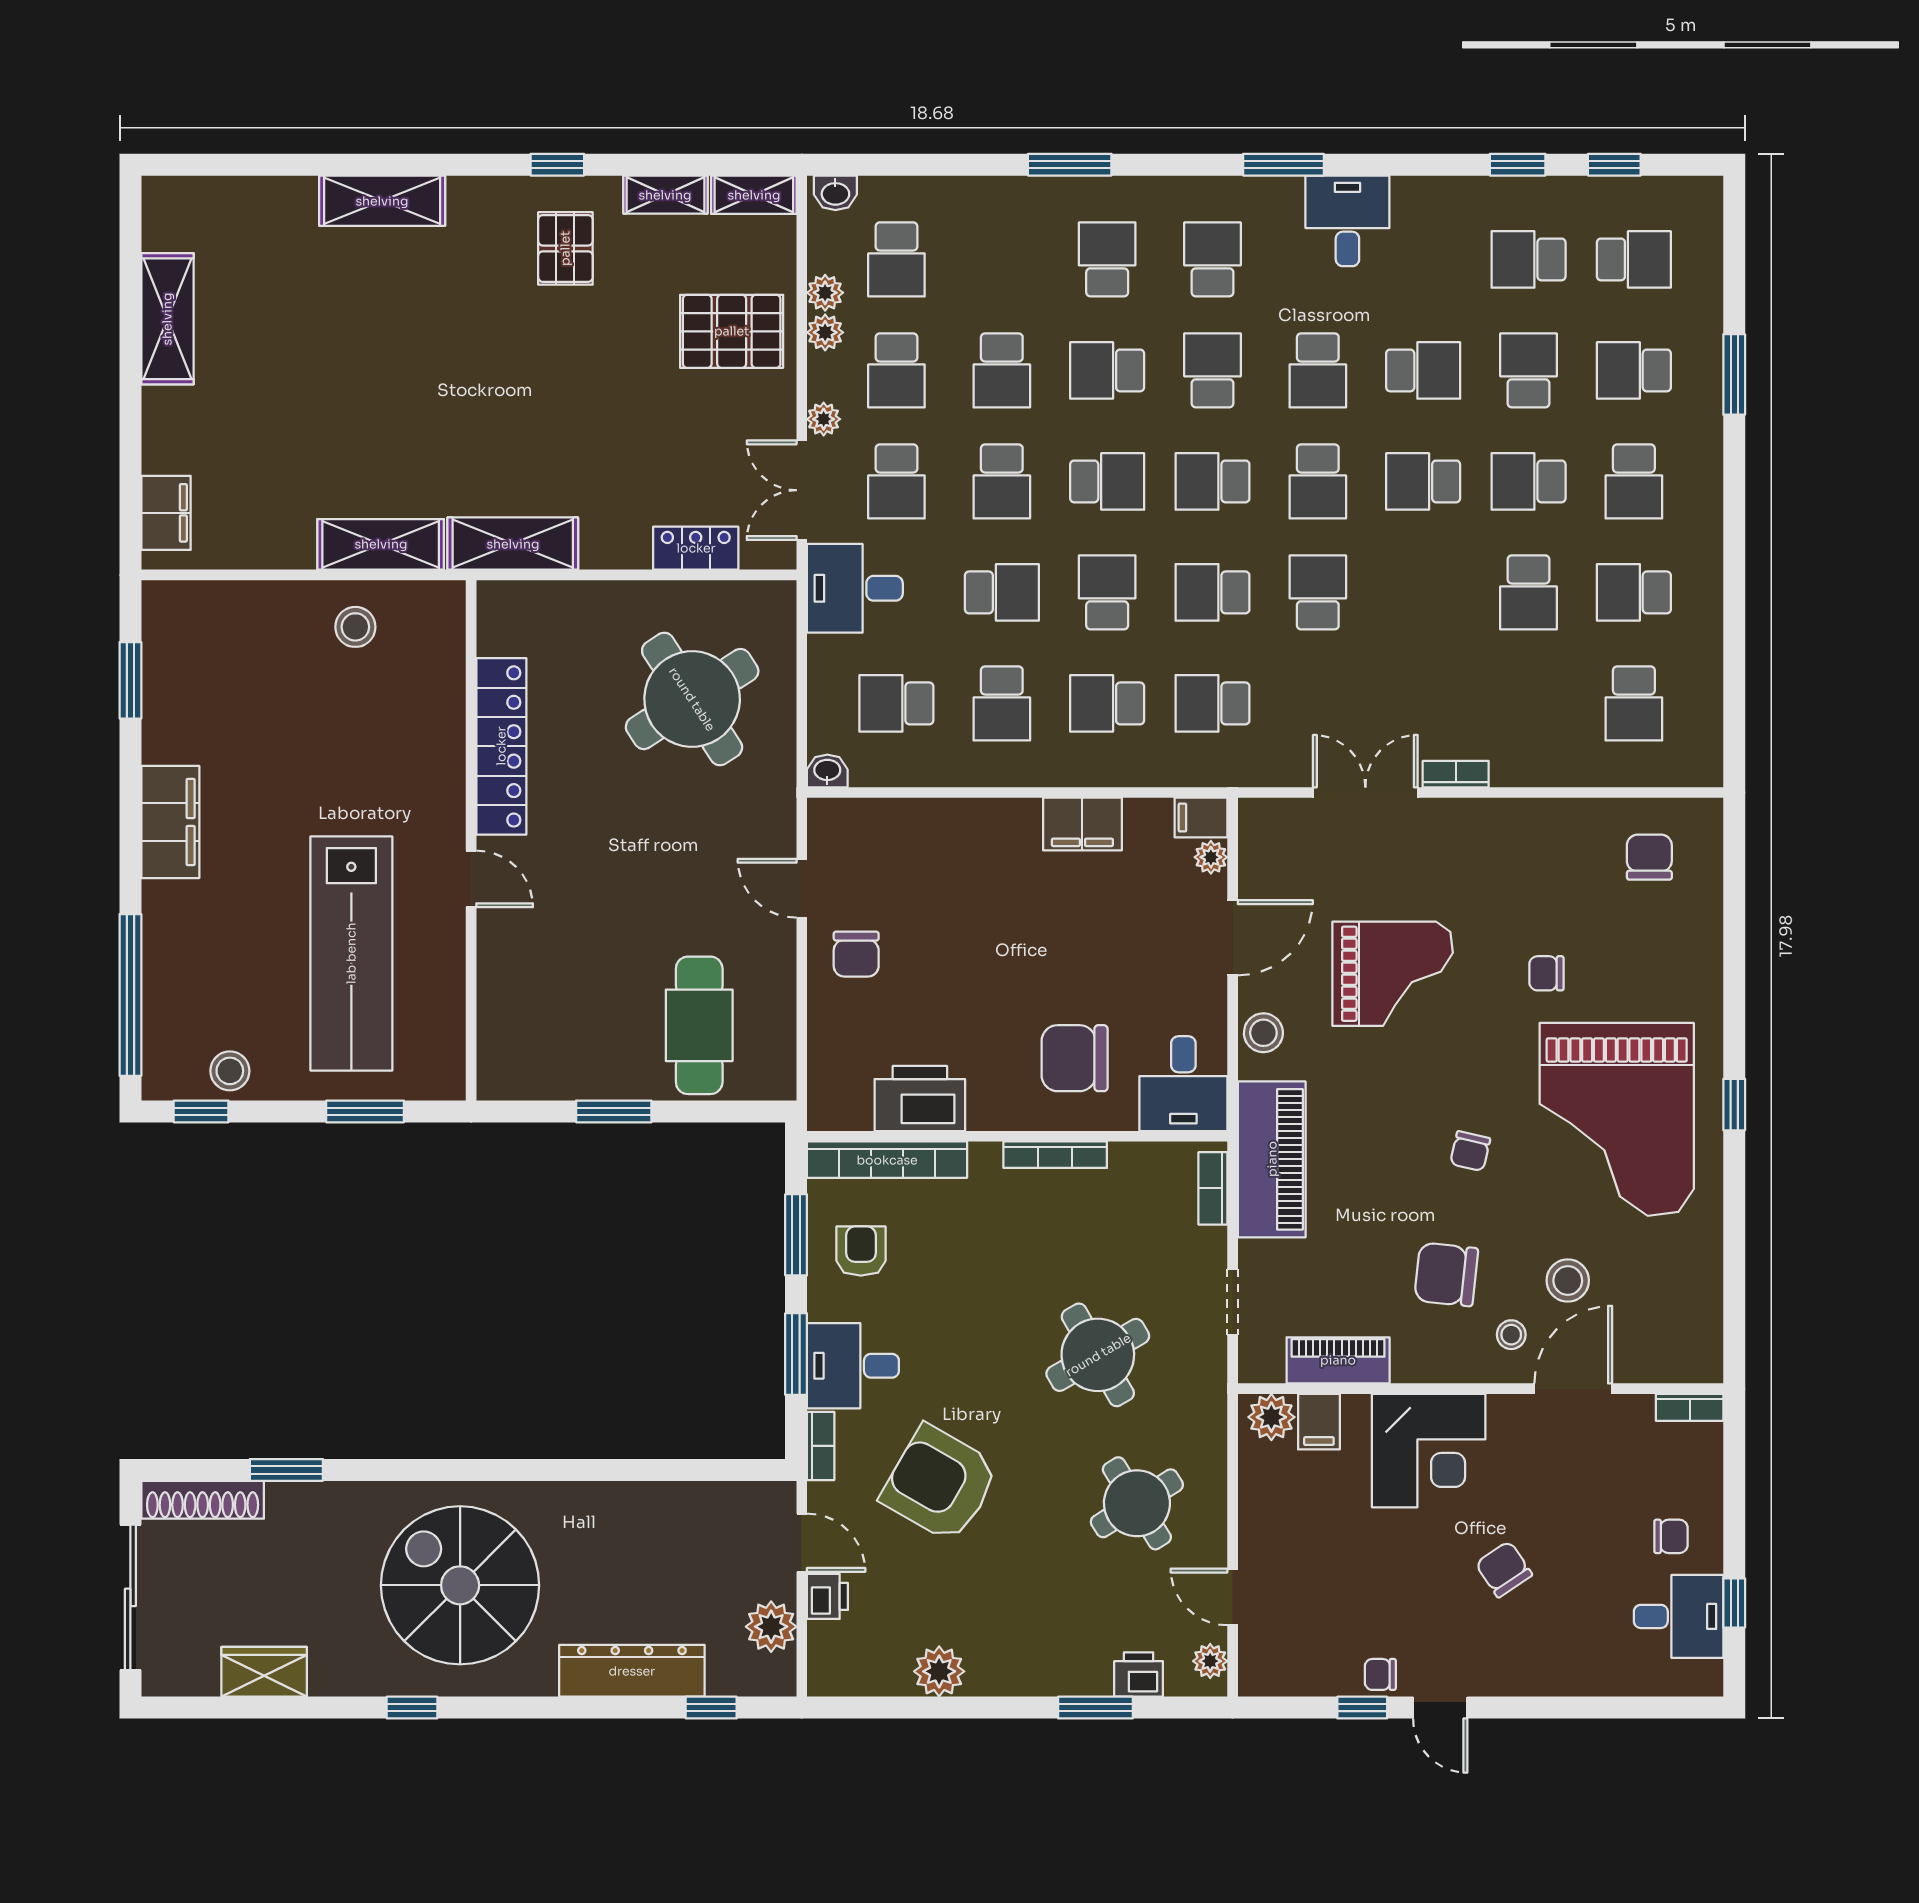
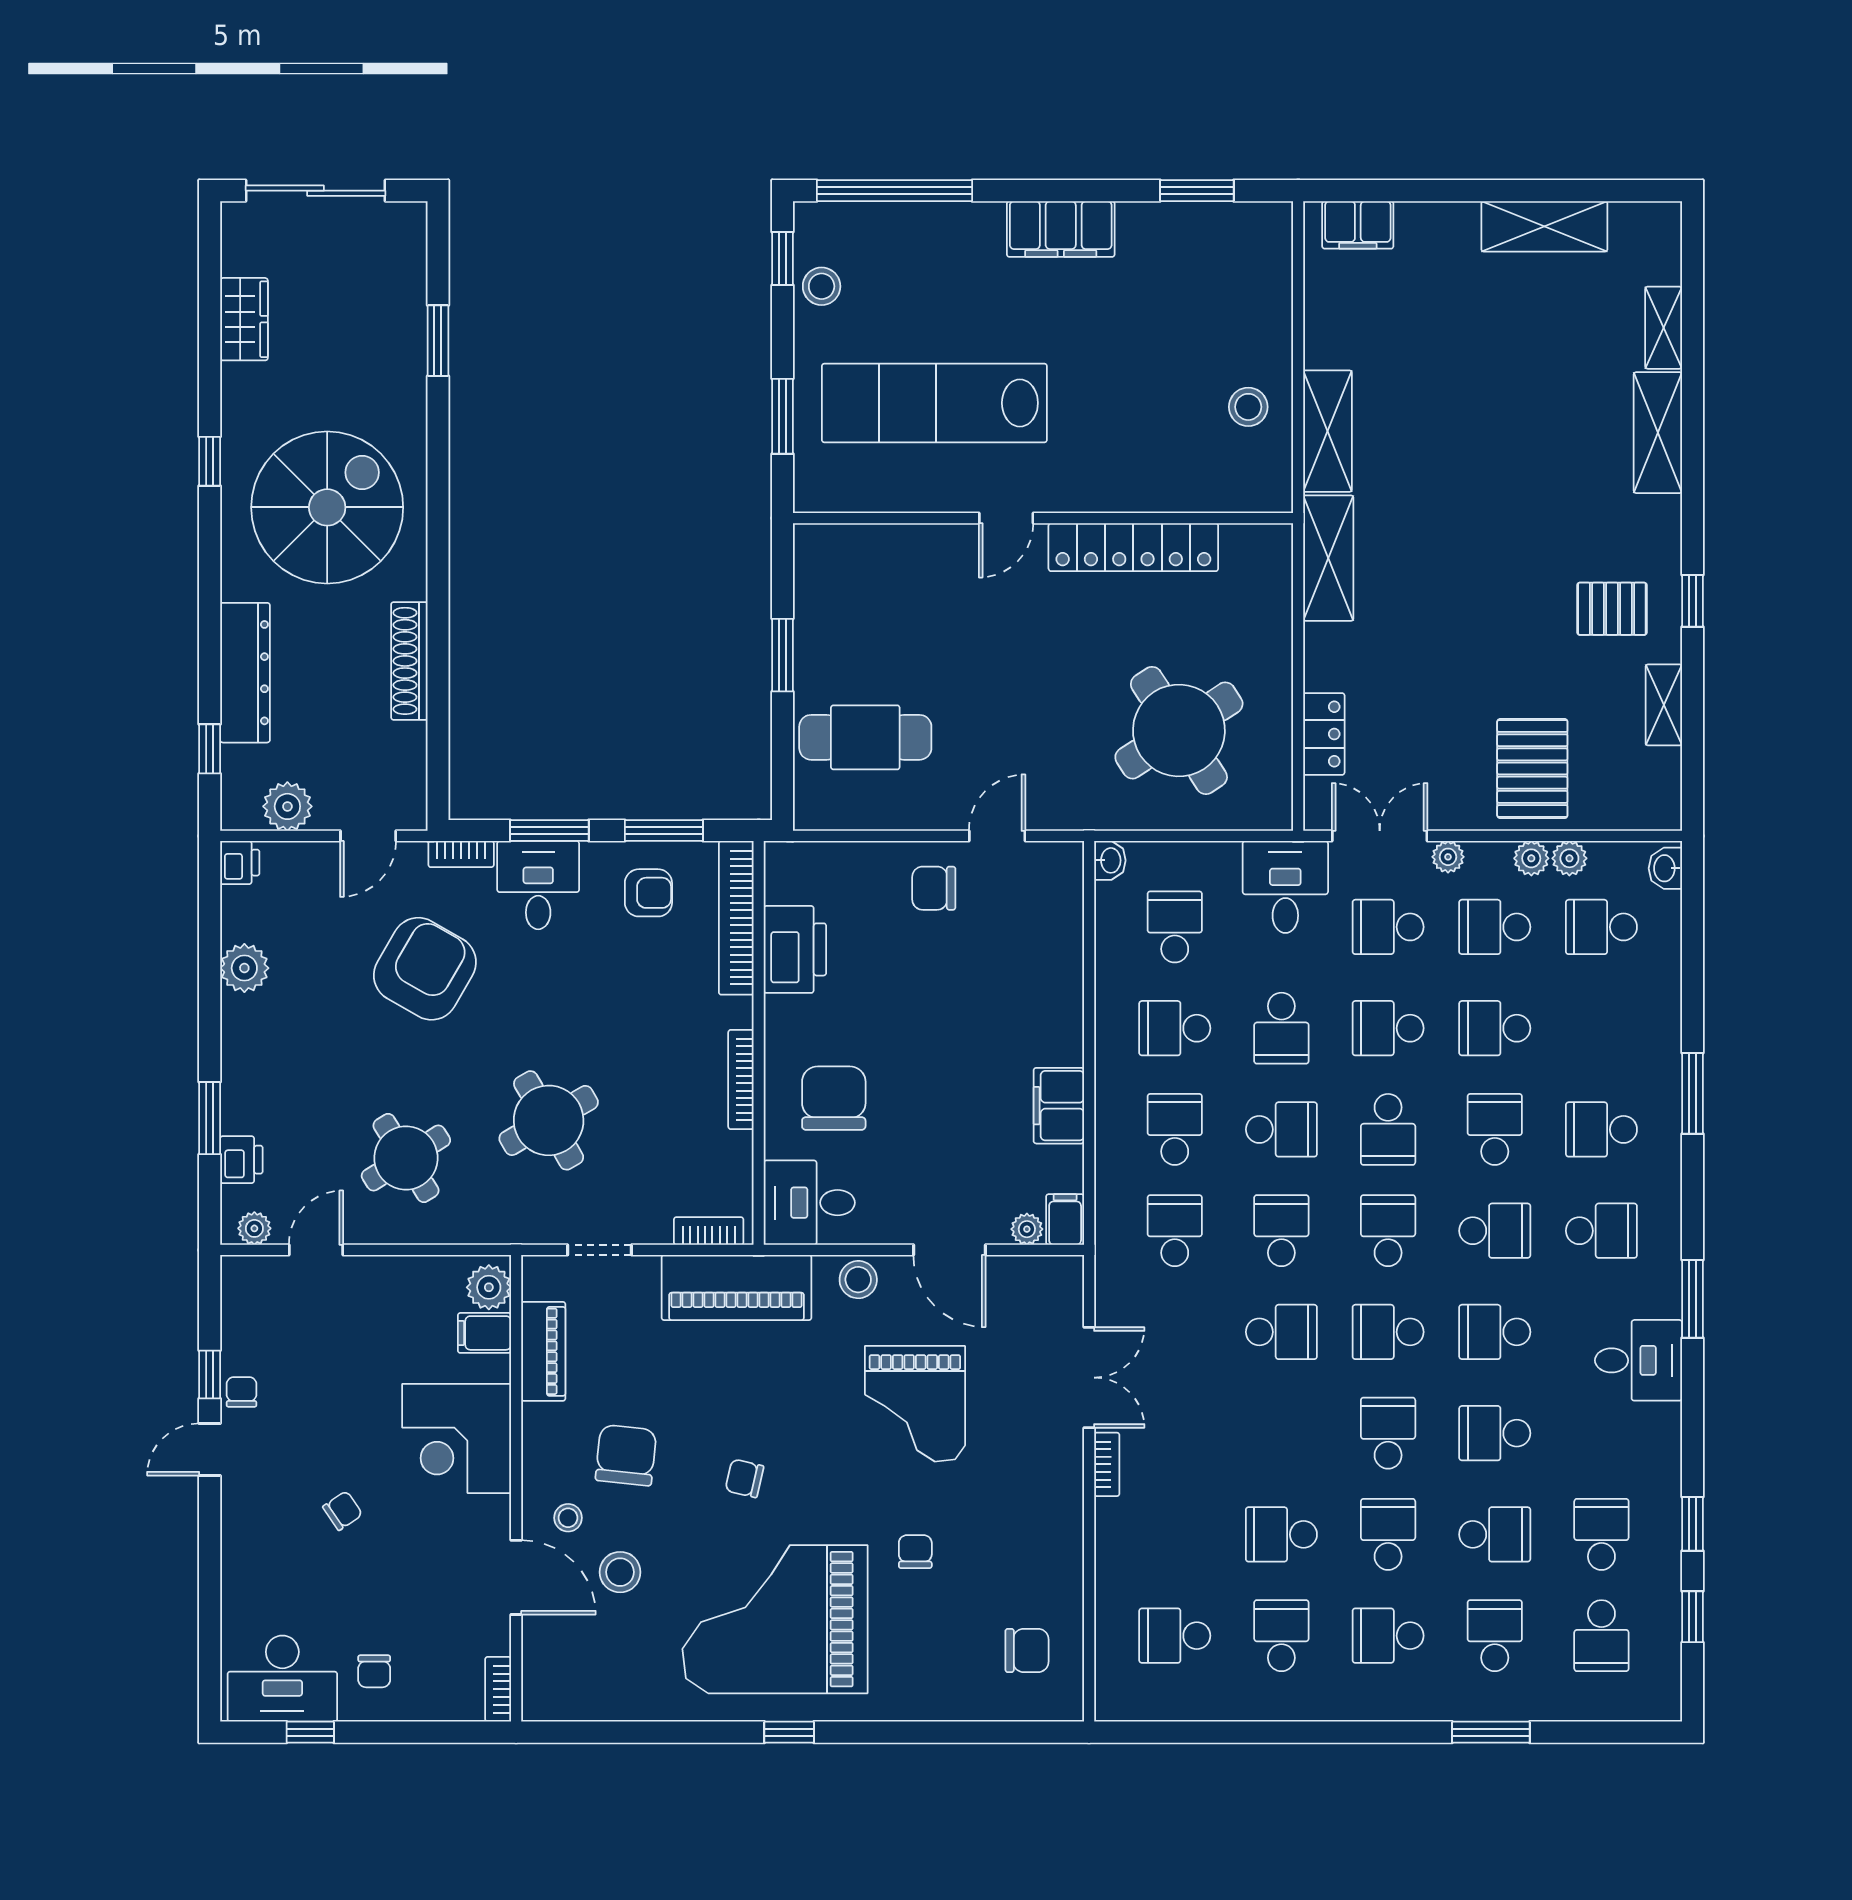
shelving: (754, 195) -> (1664, 328), moved
school desk: (1107, 259) -> (1601, 1129), turned 180
school desk: (1423, 370) -> (1495, 1433), turned 90
shoe rack: (203, 1500) -> (409, 661), moved
chair: (1504, 1569) -> (343, 1511), width x0.73, depth x0.73
printer: (827, 1596) -> (240, 863), moved, turned -90
desk: (1679, 1616) -> (282, 1679), width x1.37

